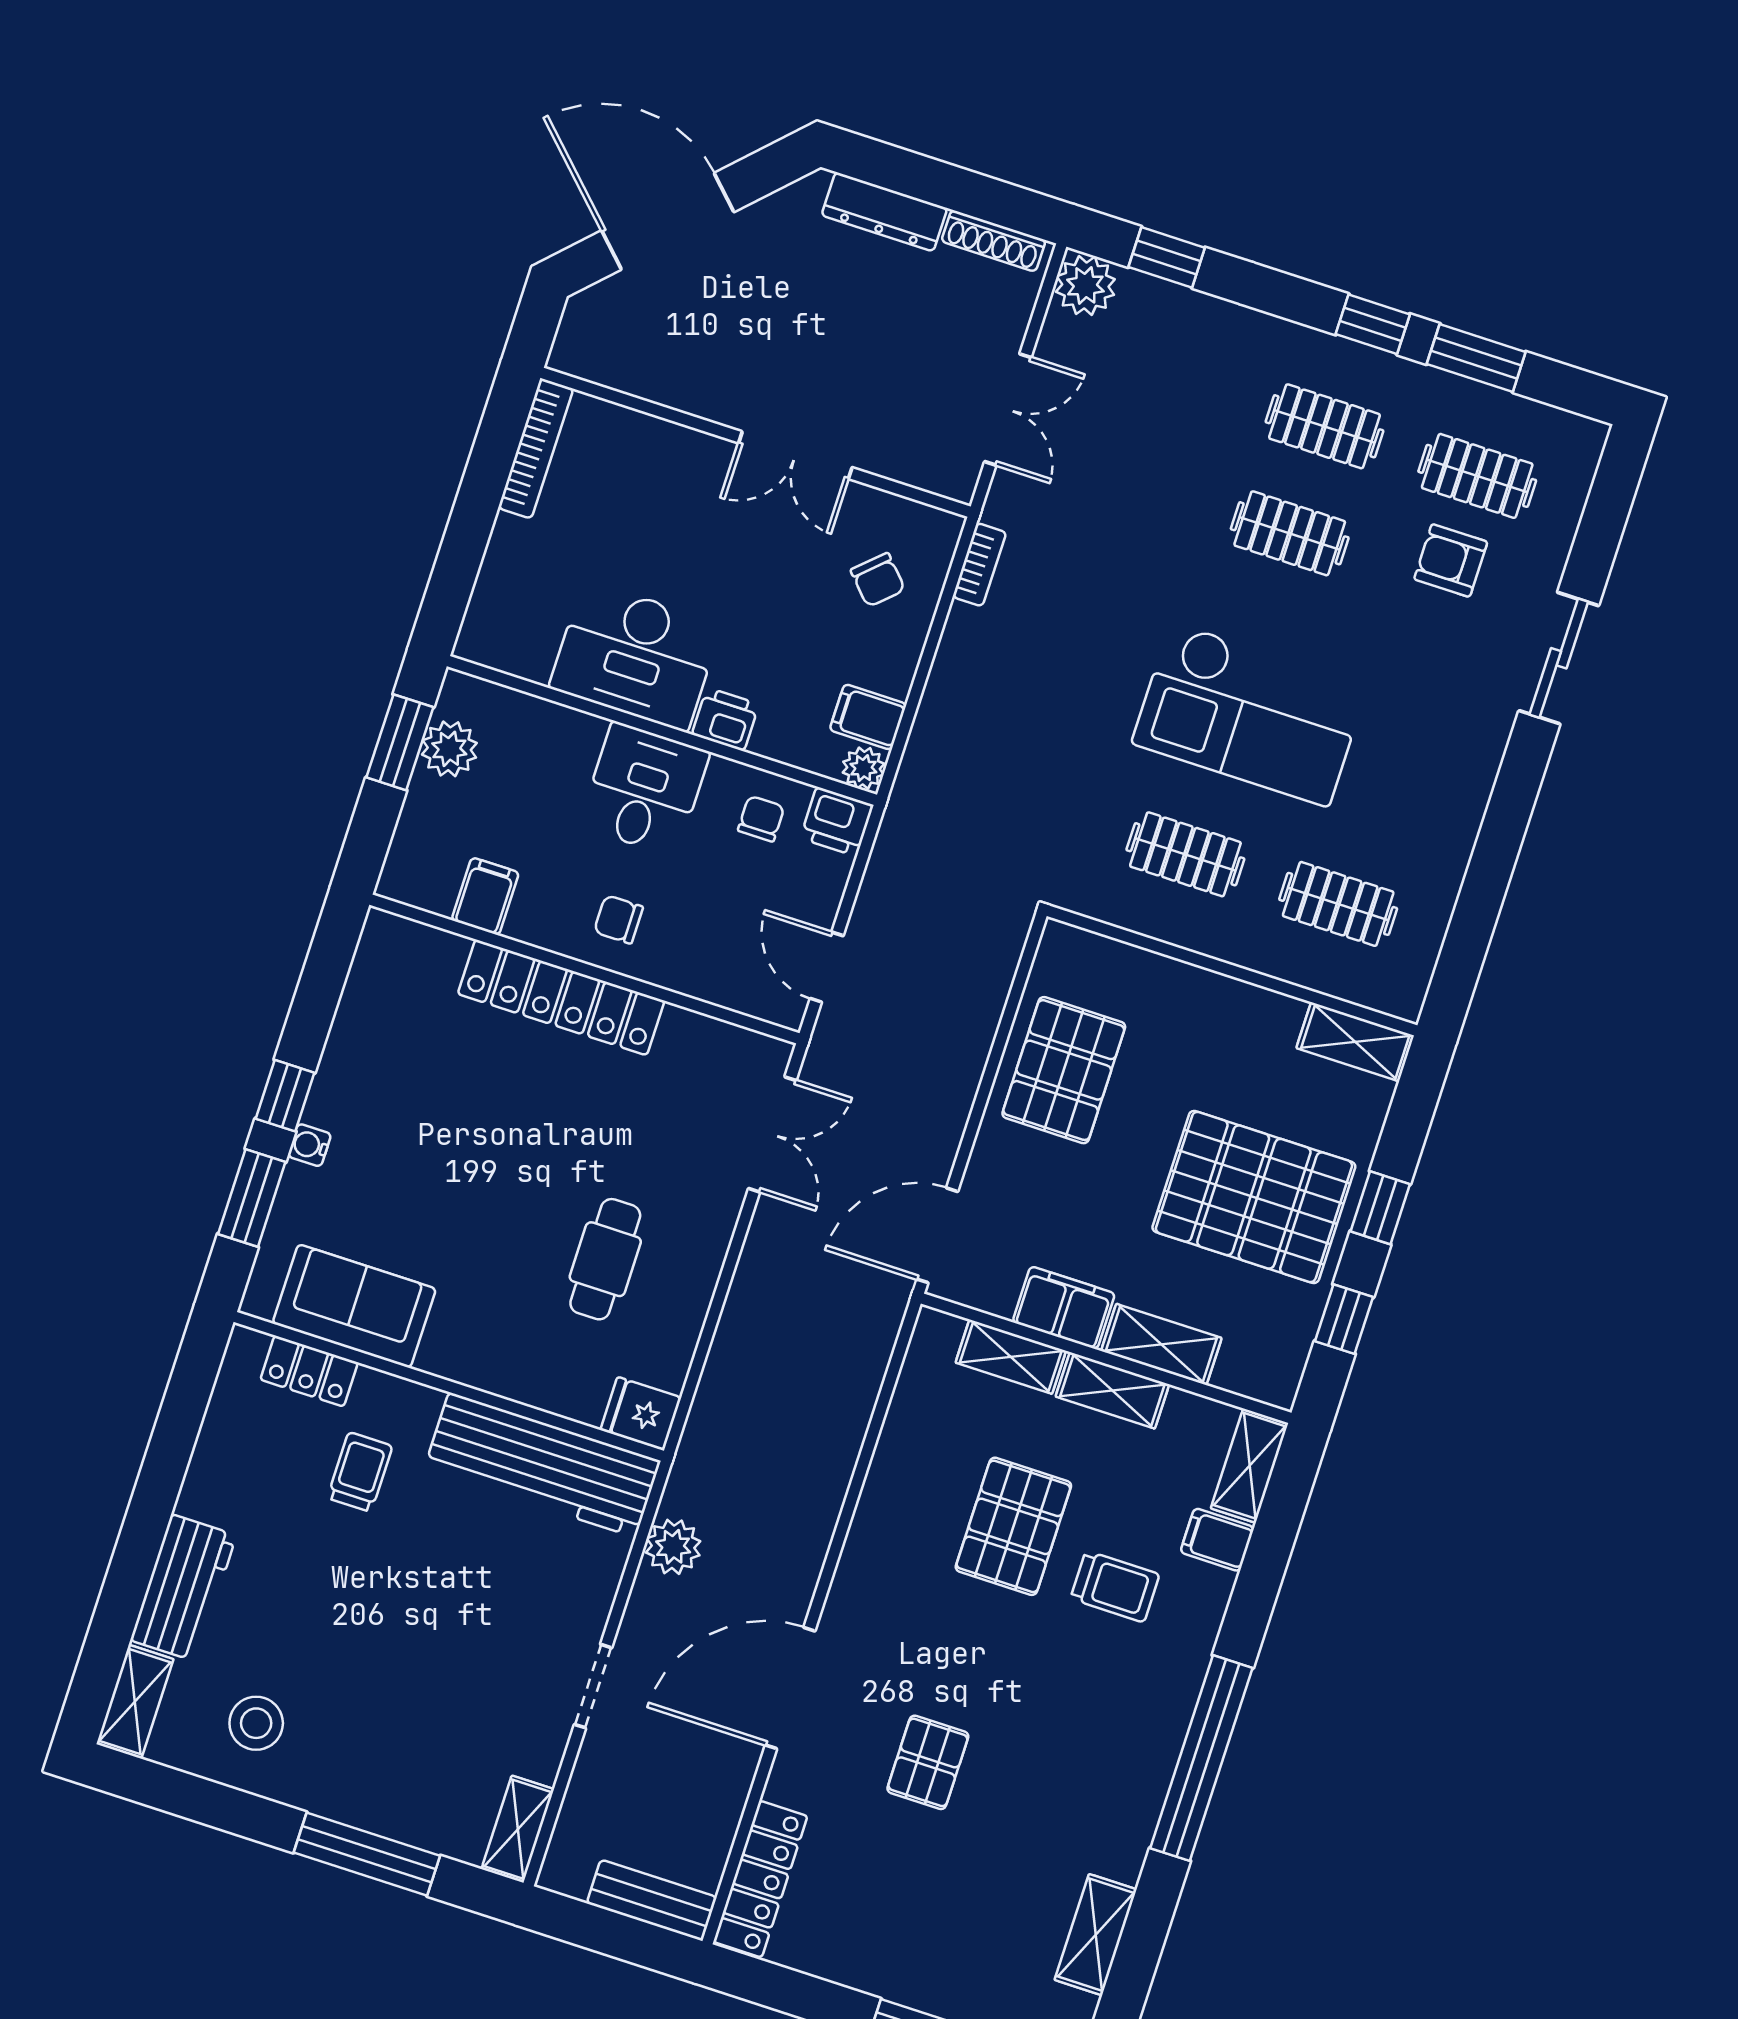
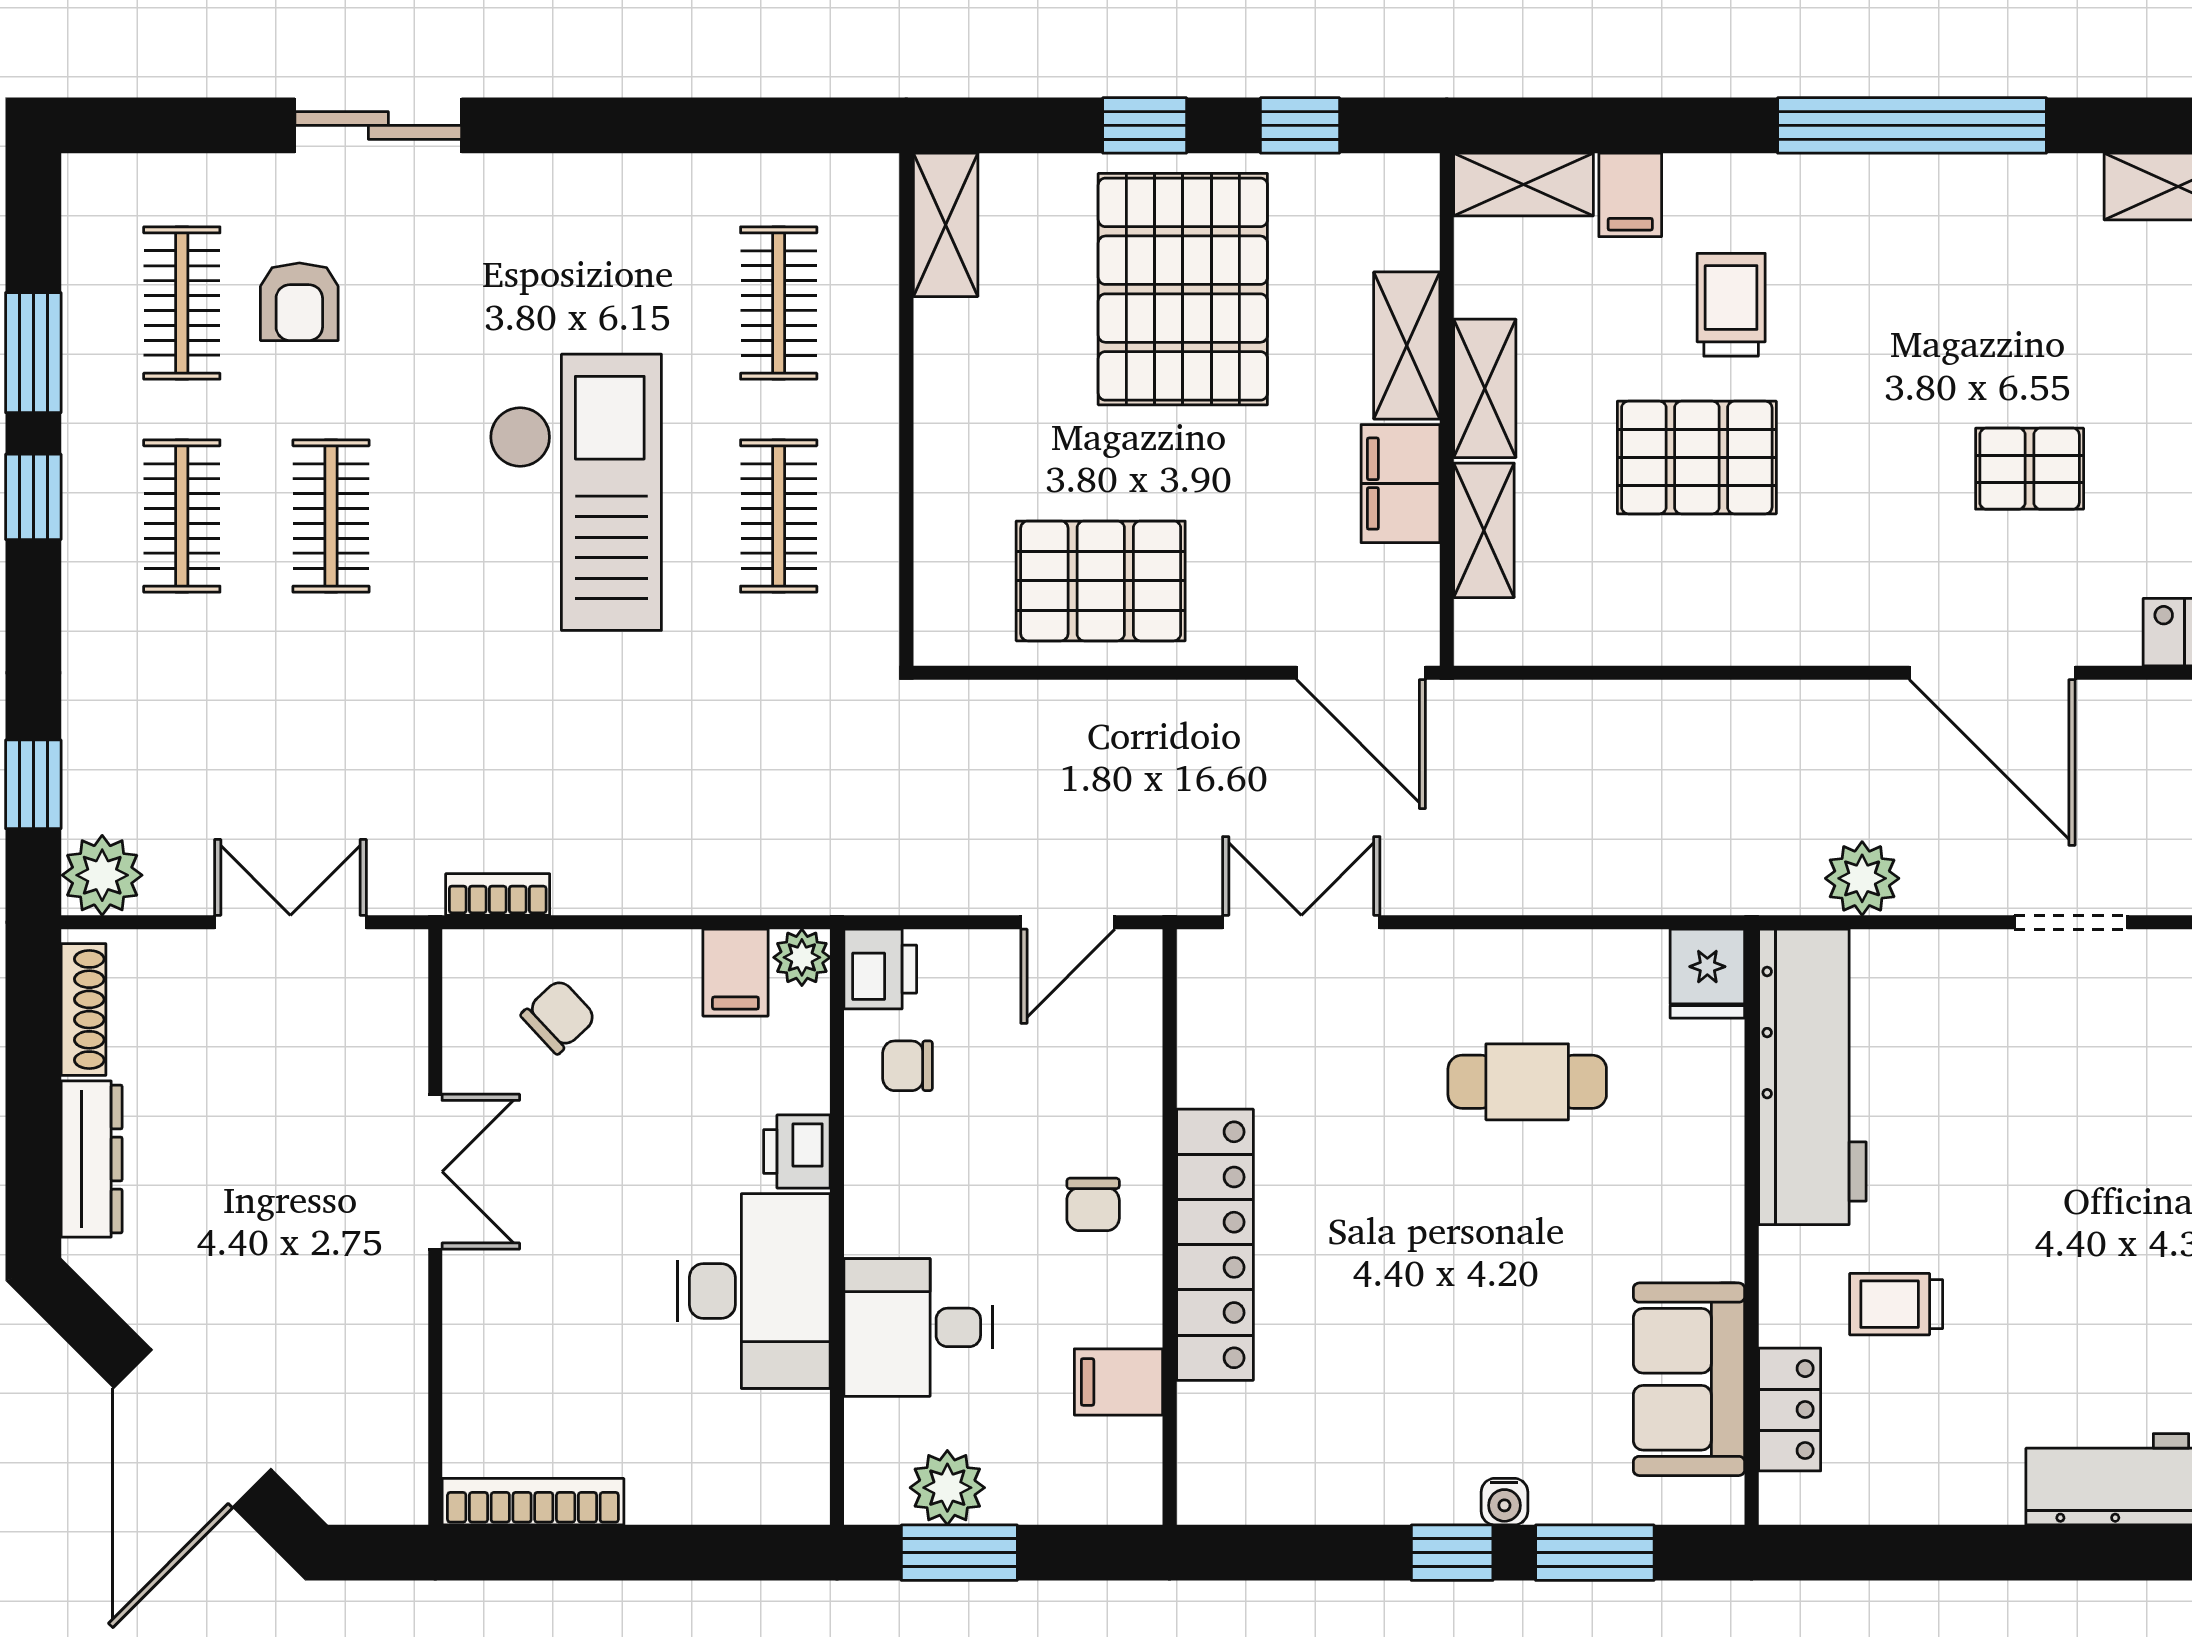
desk: (644, 789) -> (918, 1327), moved

